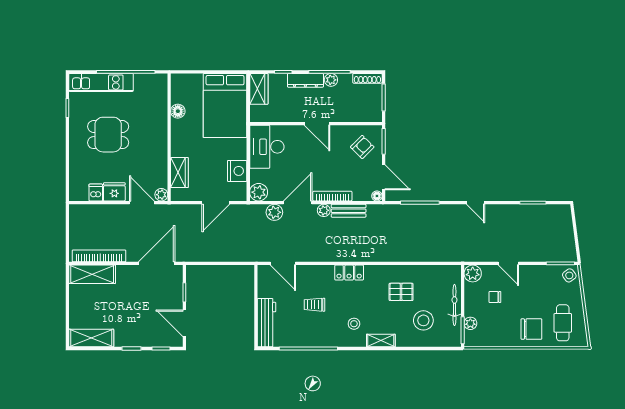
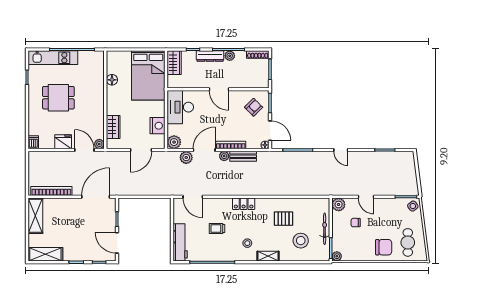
dishwasher: (96, 193) -> (33, 142), moved
shelving: (92, 274) -> (35, 216), moved, turned 90
plant: (470, 323) -> (337, 256), moved

